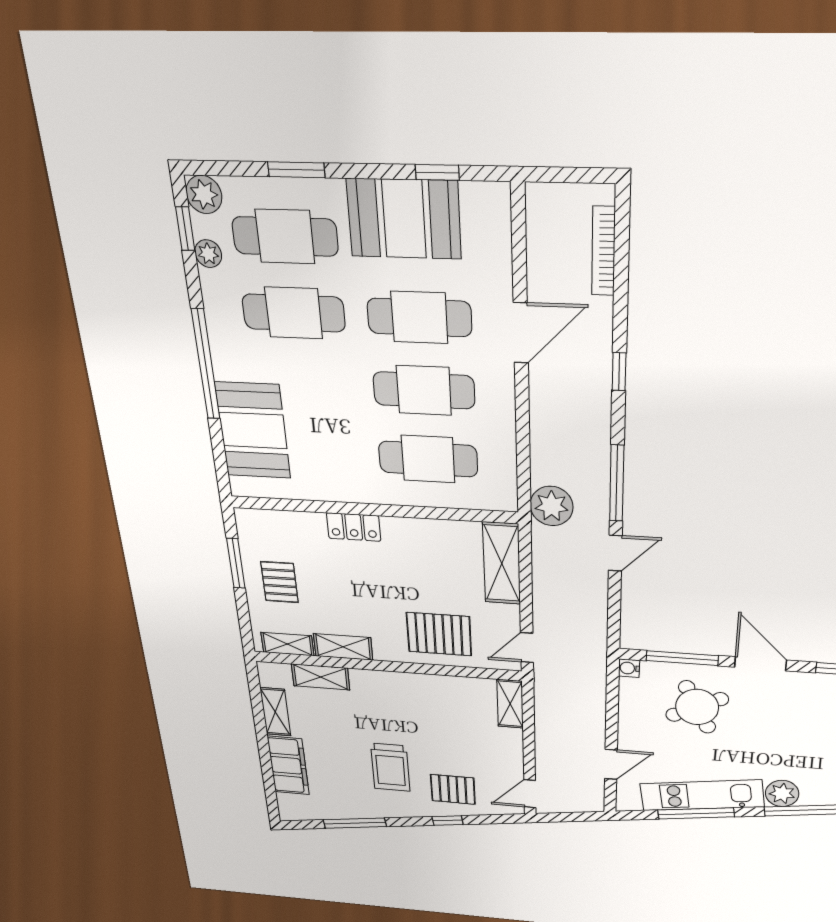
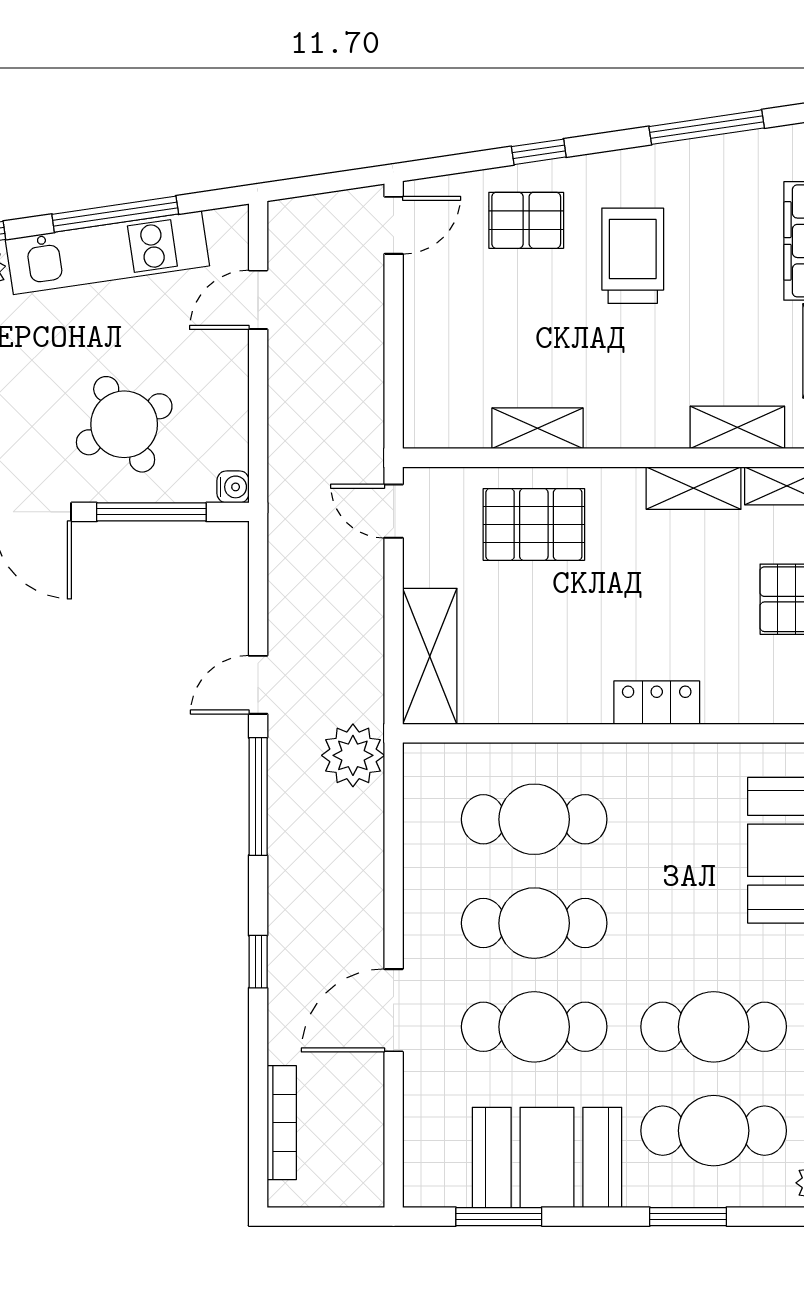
window: (437, 172) -> (499, 1217), width x1.50
door: (527, 648) -> (394, 511), swing flipped
shelving: (510, 704) -> (537, 428), moved, turned 90

